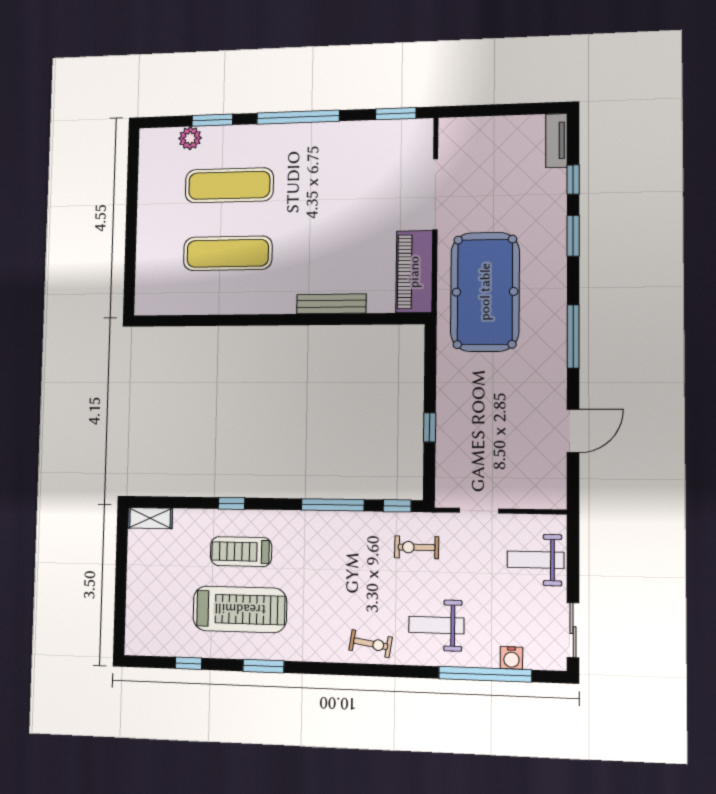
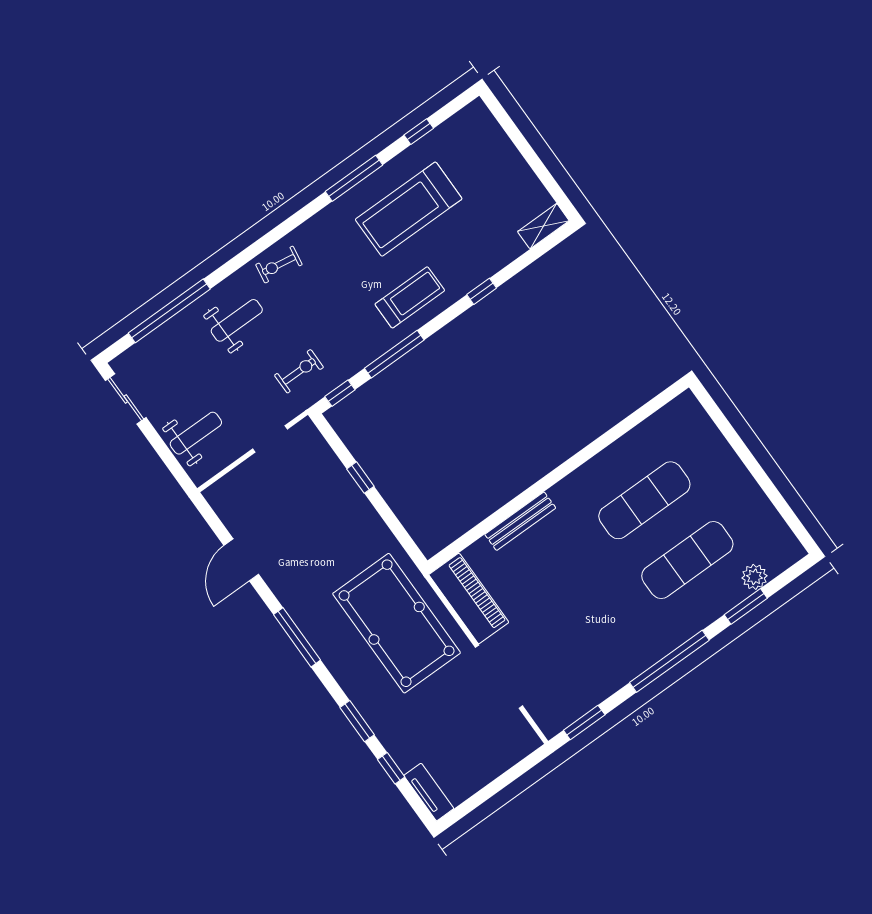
treadmill: (241, 552) -> (410, 297), moved
water cooler: (511, 658) -> (158, 340), removed
window: (263, 666) -> (354, 178), width x1.44

